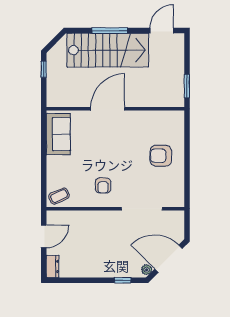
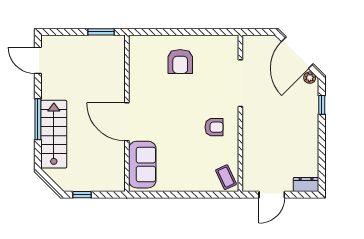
stairs: (108, 50) -> (54, 134), width x0.73, depth x0.66
sofa: (58, 134) -> (142, 165), moved, turned 90
door: (44, 236) -> (272, 195), swing flipped

